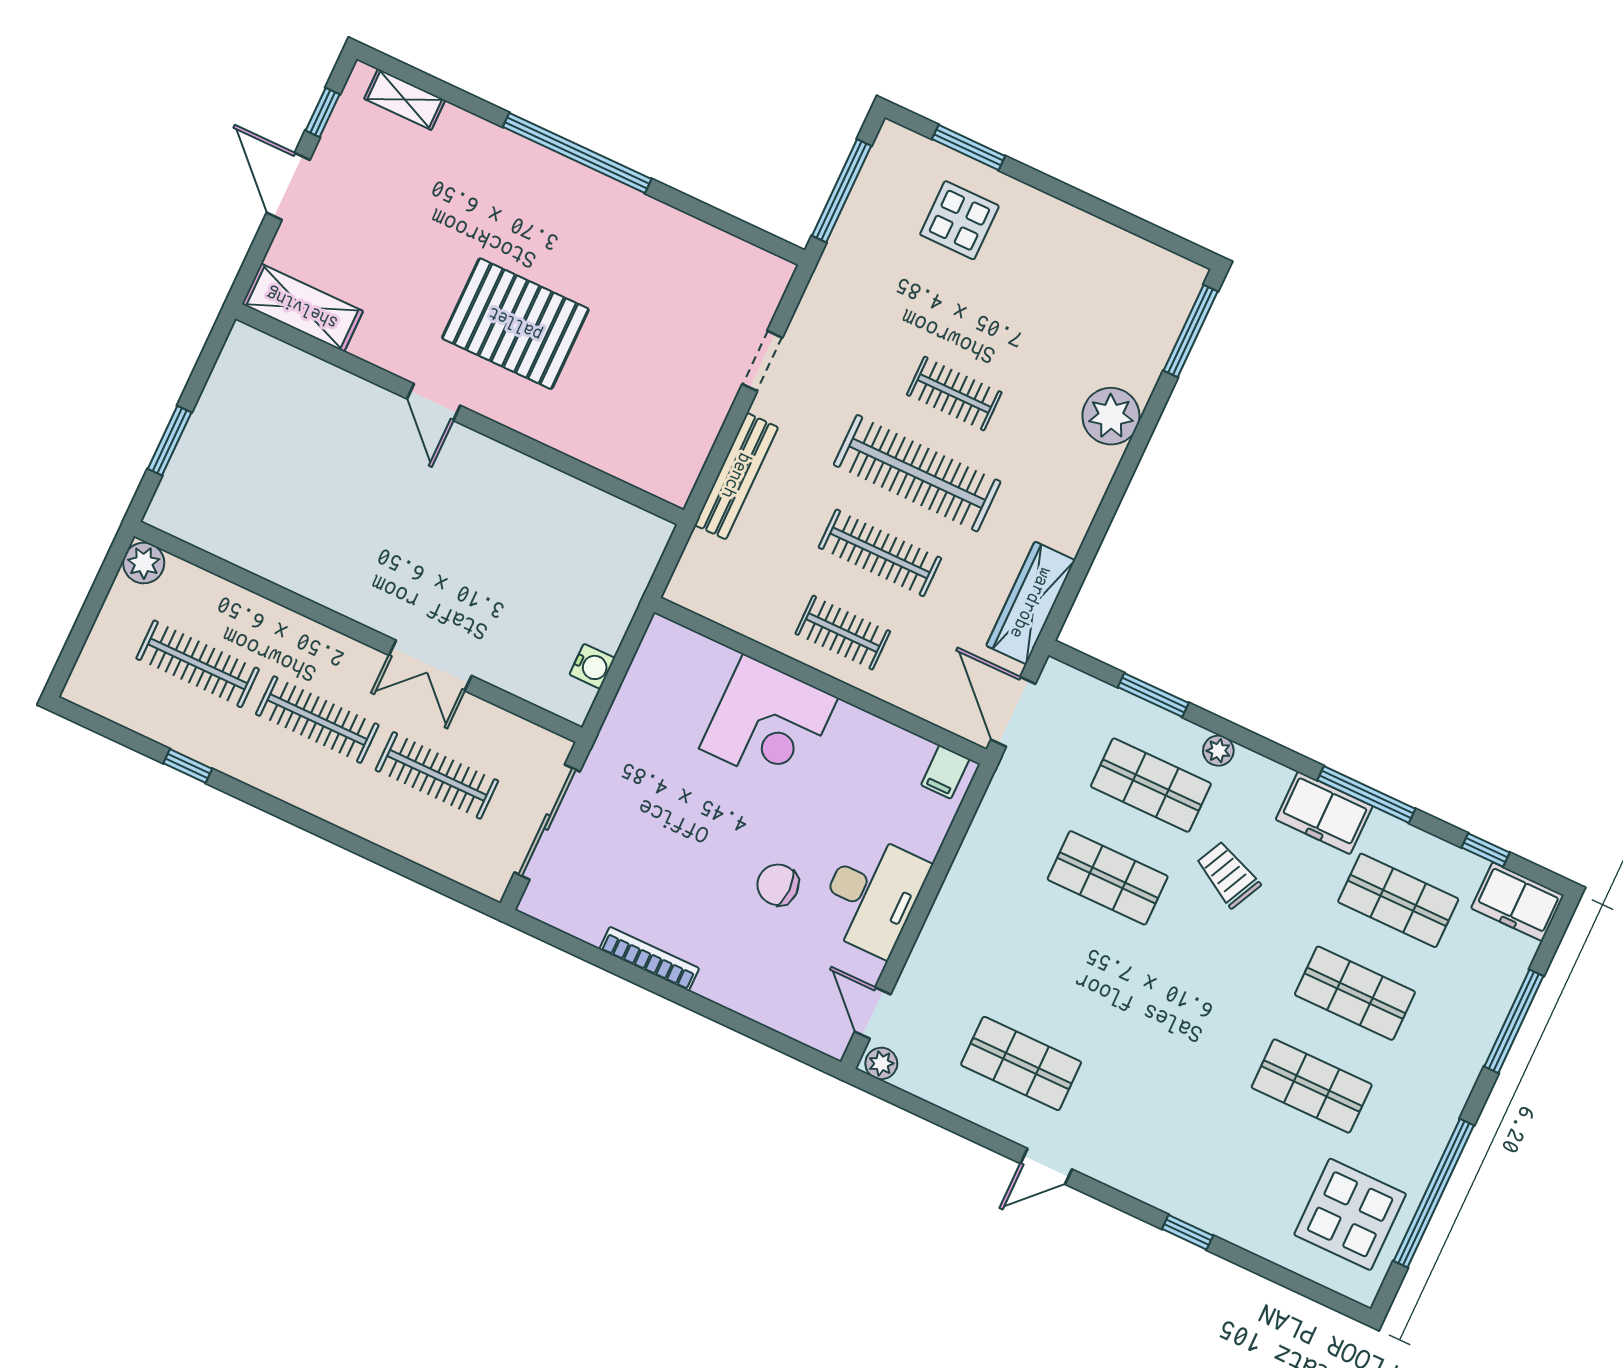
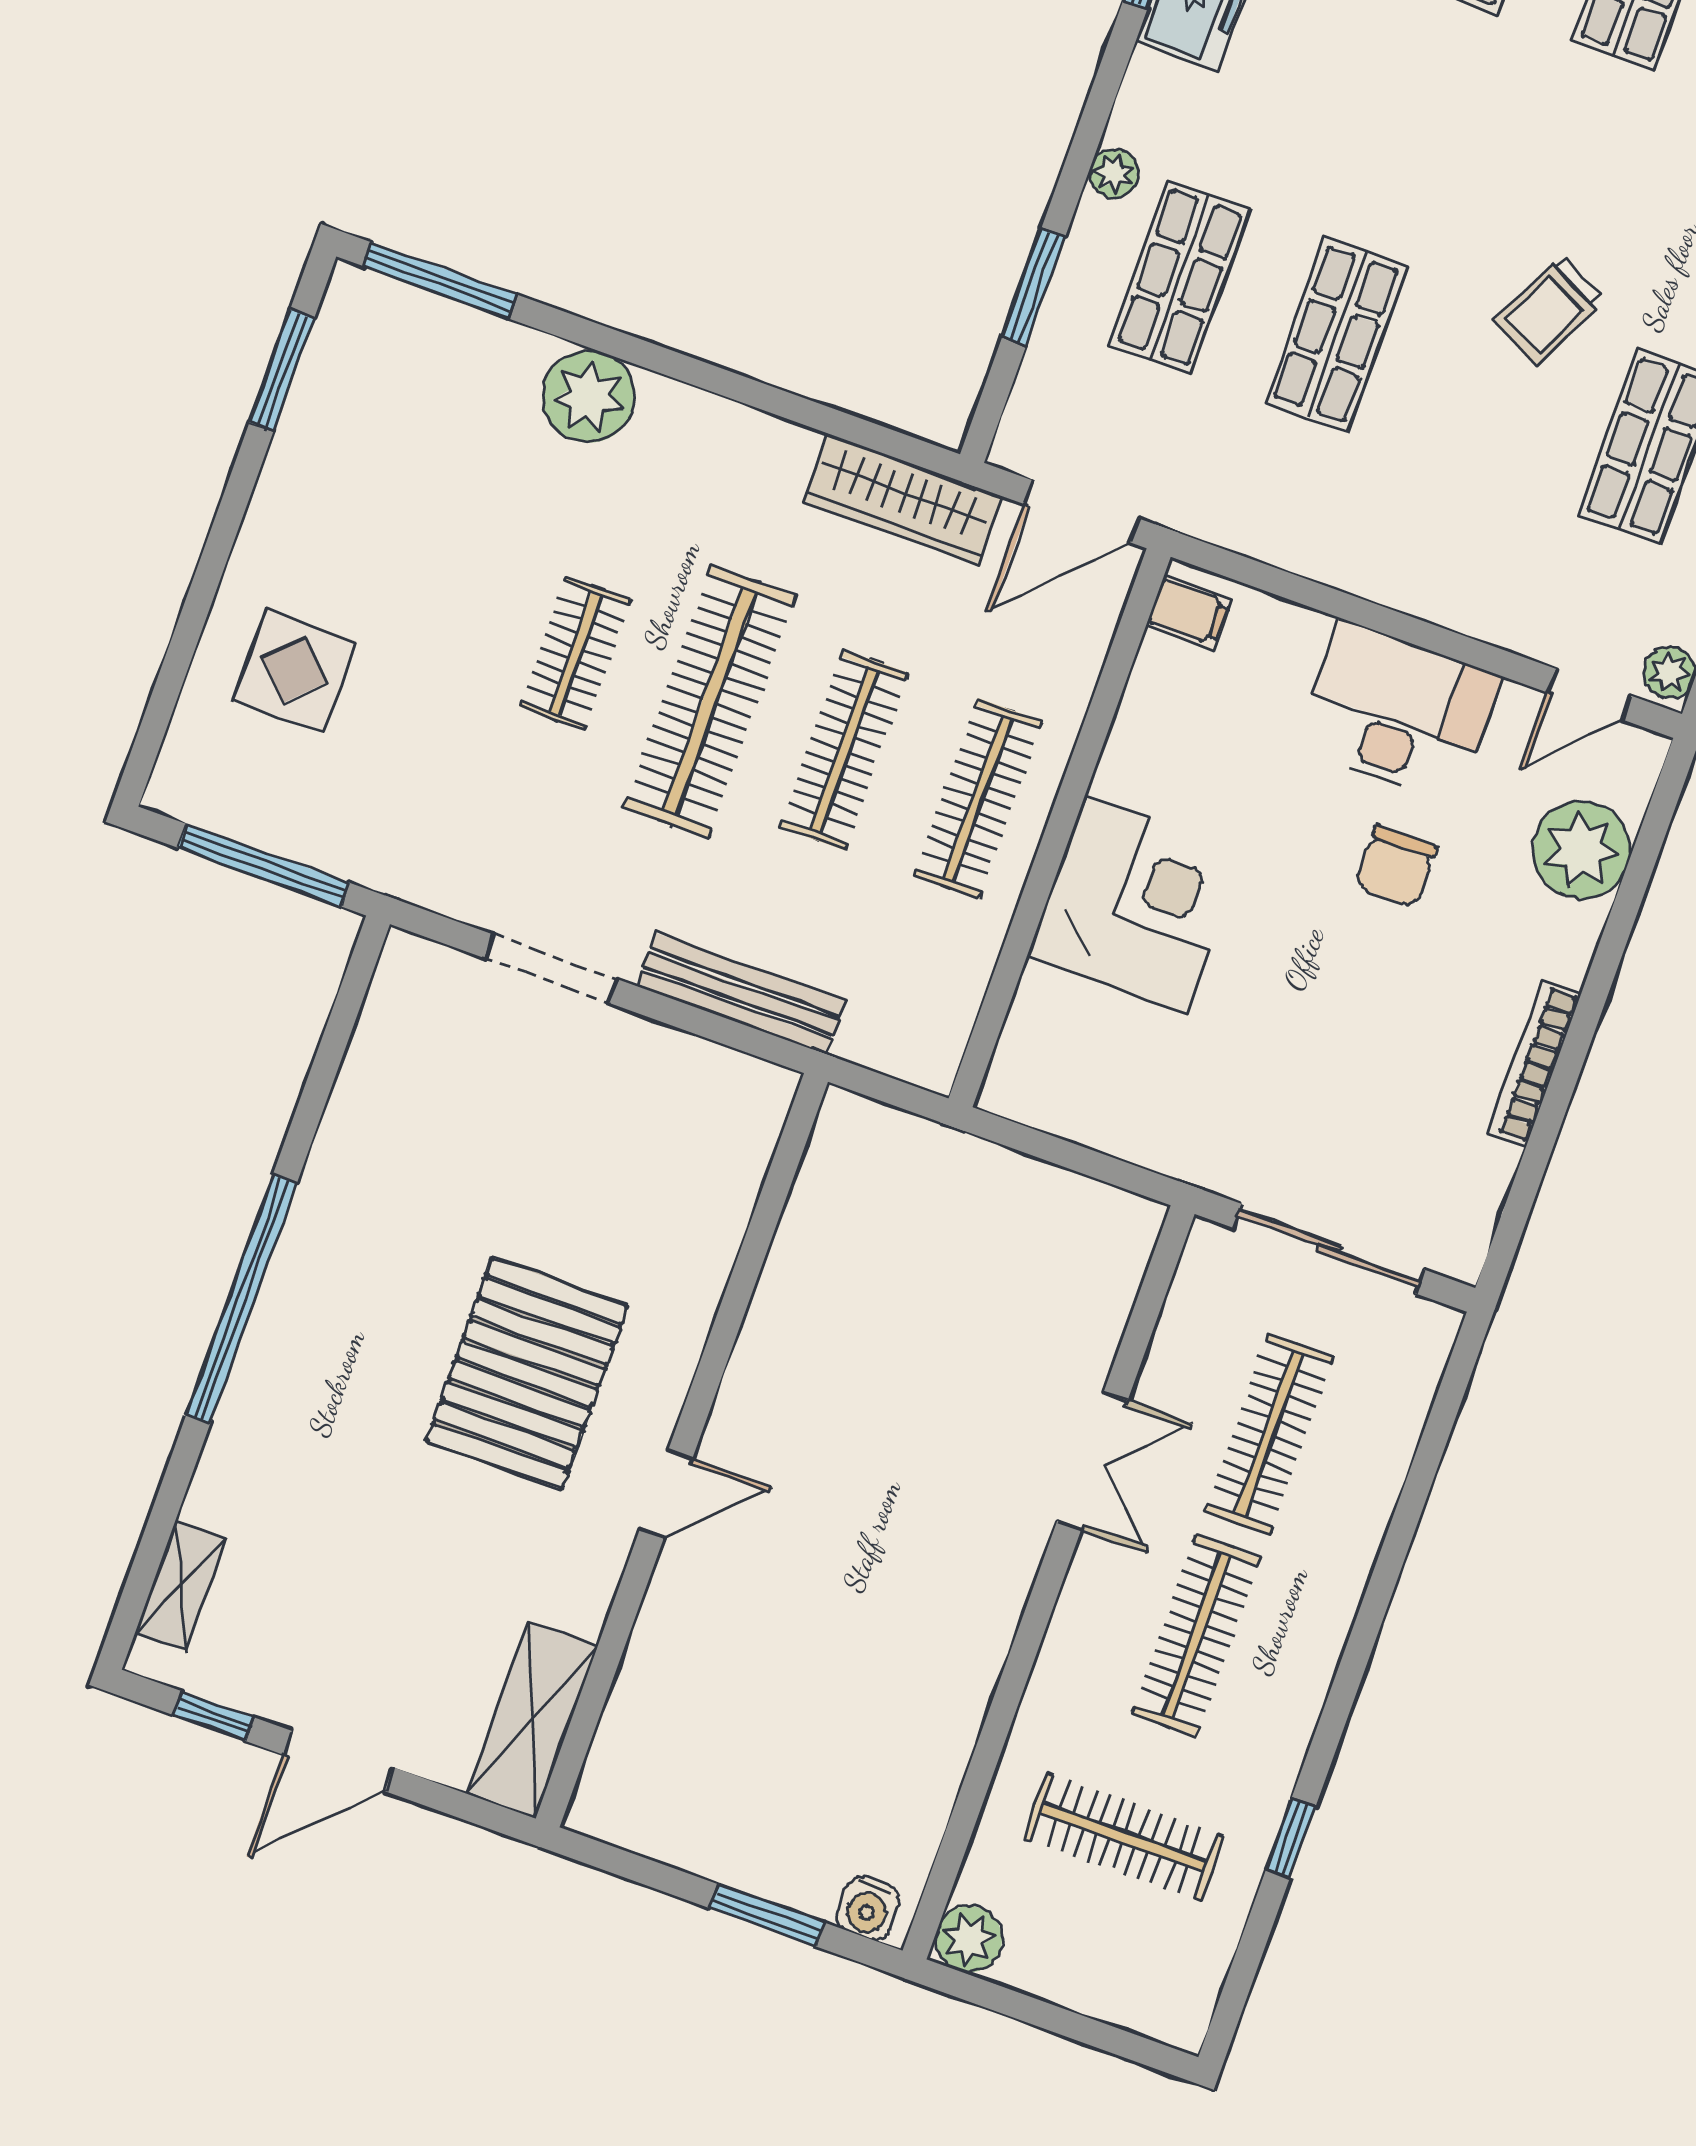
window: (969, 147) -> (282, 370), moved
doorway: (762, 361) -> (551, 969), width x1.38
clothes rail: (843, 633) -> (978, 798), width x1.36
clothes rail: (198, 664) -> (1124, 1837), turned 90
water cooler: (592, 666) -> (868, 1909), moved, turned 180
trolley: (1228, 874) -> (1549, 310), moved
plant: (778, 1000) -> (1582, 850), added

